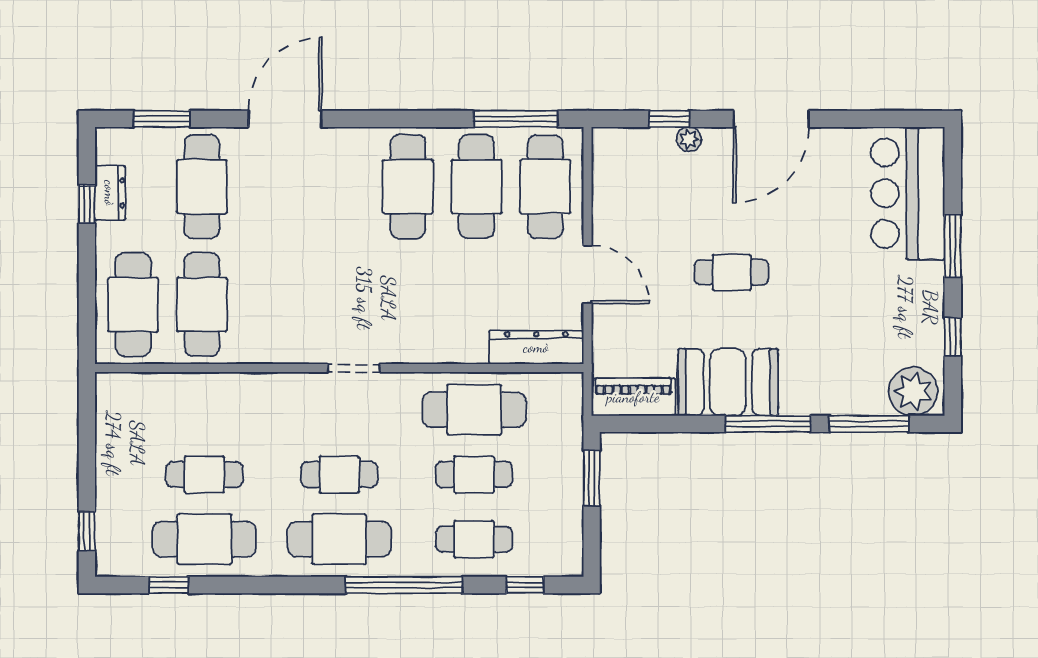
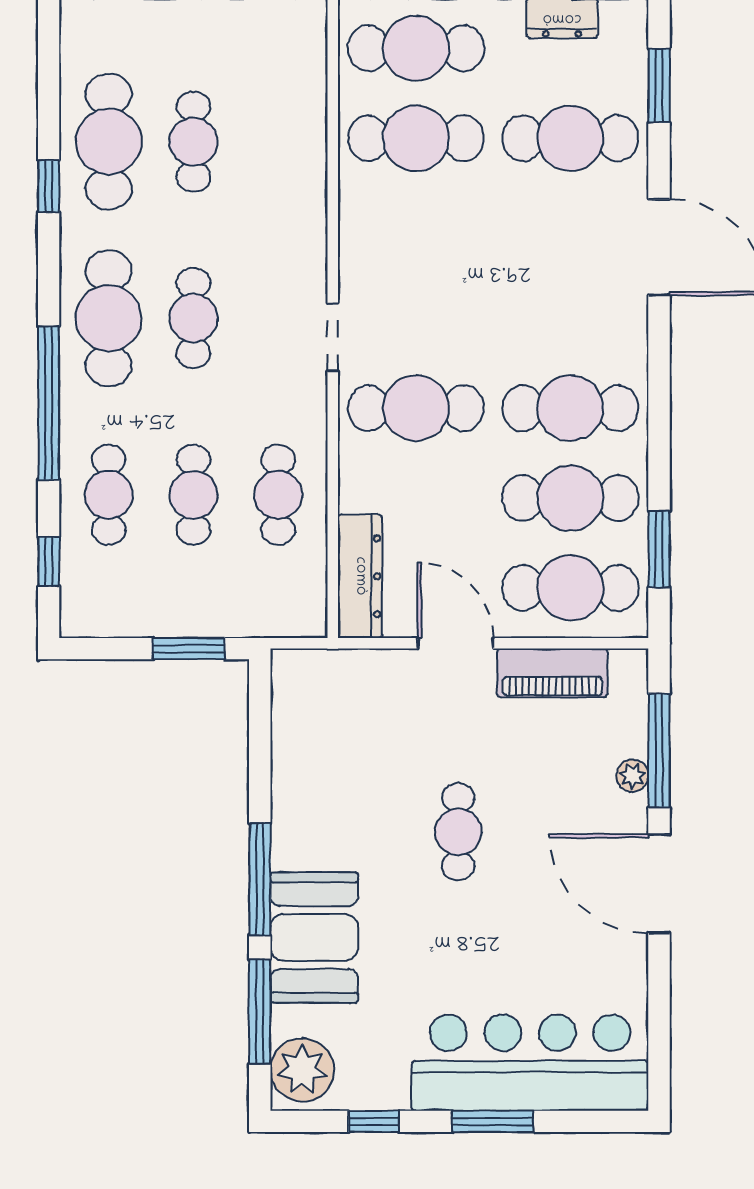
window: (516, 119) -> (659, 549), width x0.69
window: (669, 119) -> (659, 750), width x2.17
bar counter: (908, 193) -> (530, 1063), width x1.36
door: (587, 274) -> (455, 643), swing flipped
cafe table: (408, 305) -> (416, 408), added
booth: (728, 382) -> (314, 938), moved
piano: (633, 397) -> (552, 673), moved, turned 90
cafe table: (474, 410) -> (278, 495), width x0.73, depth x0.74
window: (169, 585) -> (49, 186), moved

